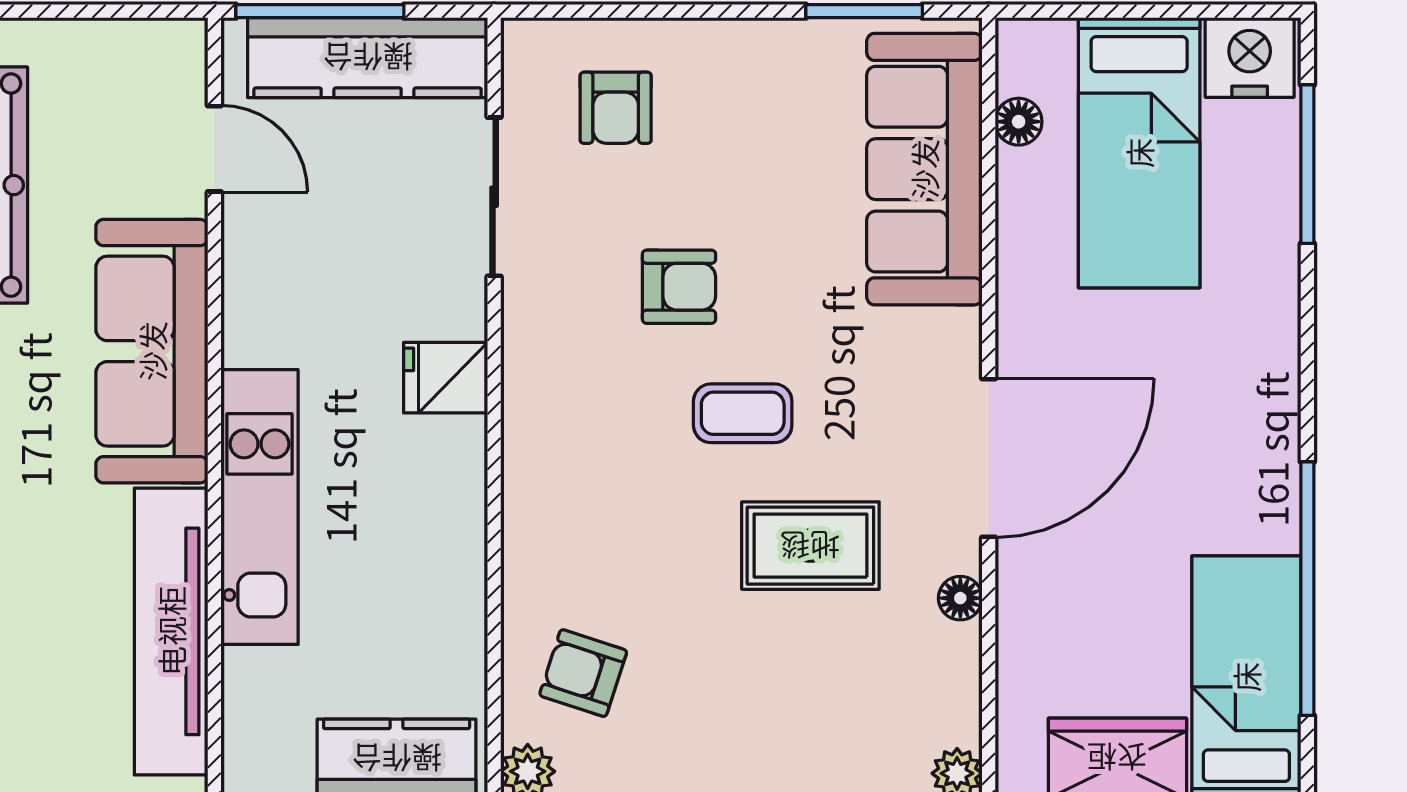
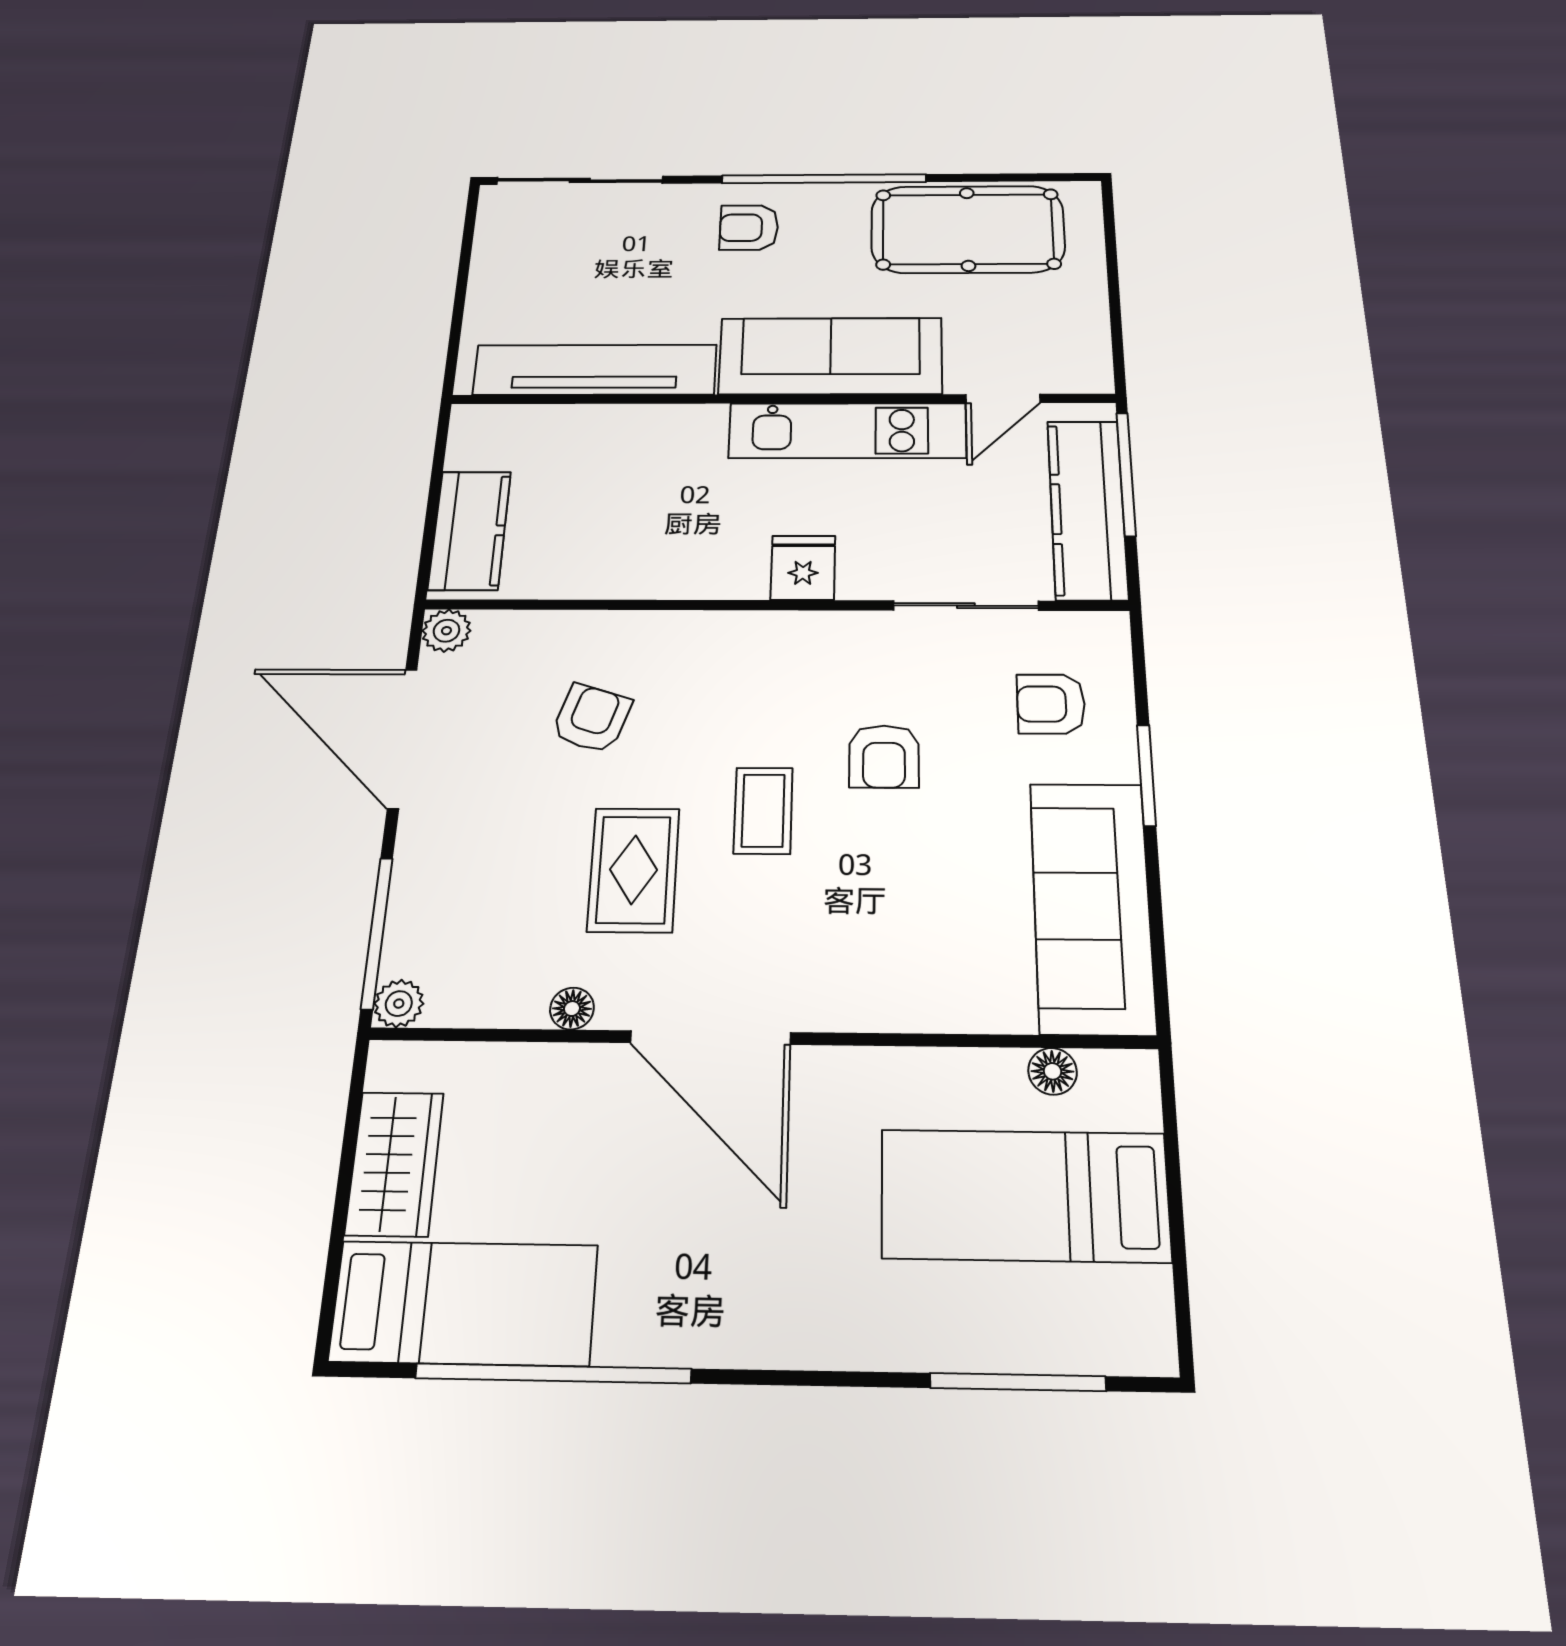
window: (864, 11) -> (1146, 775), moved
nightstand: (1250, 57) -> (1132, 1318), removed
sofa: (924, 169) -> (1092, 906), moved, turned -90
kitchen unit: (260, 507) -> (847, 431), moved
armchair: (583, 673) -> (592, 718), moved

